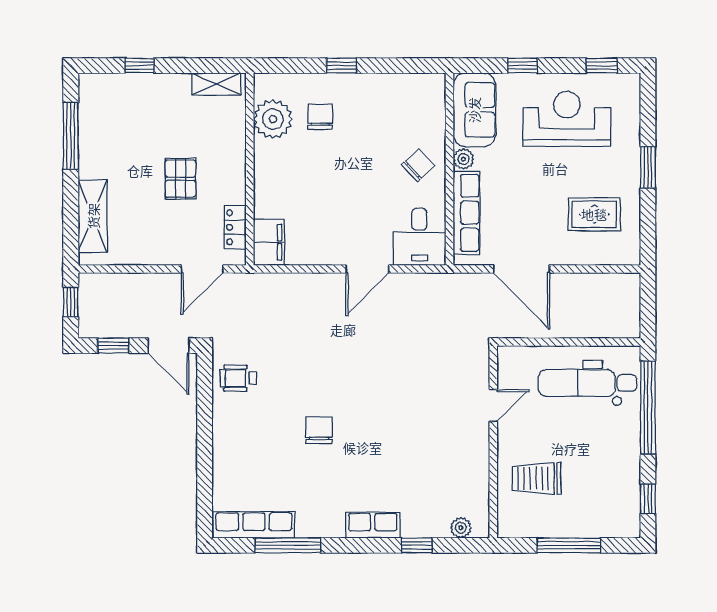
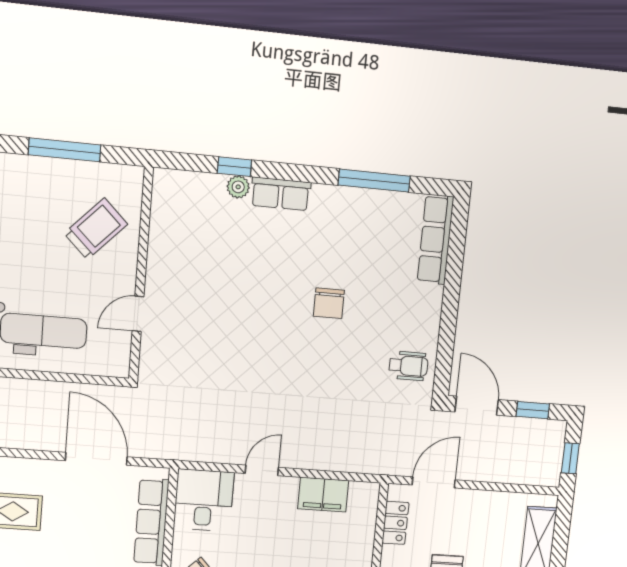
filing cabinet: (269, 242) -> (323, 495), moved, turned -90
door: (367, 269) -> (262, 470), width x0.73
trolley: (536, 479) -> (96, 229), turned -46
row of seats: (254, 525) -> (435, 240), moved, turned 90
plant: (461, 528) -> (238, 187), moved

